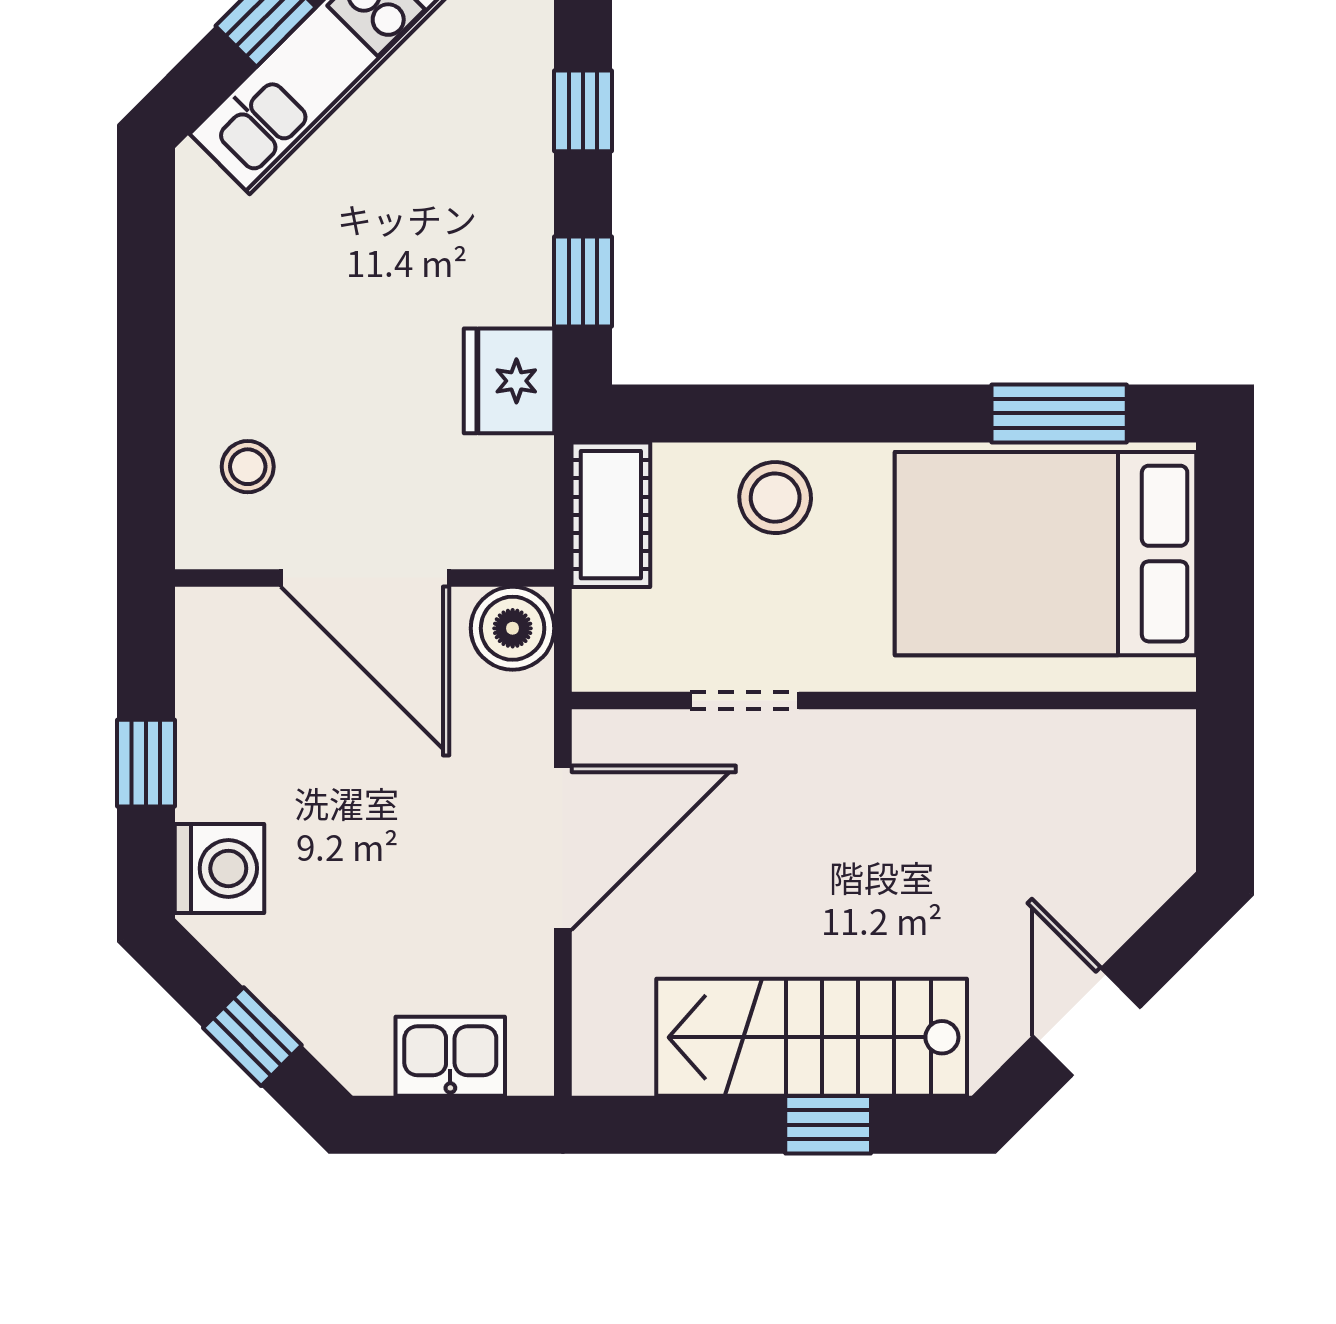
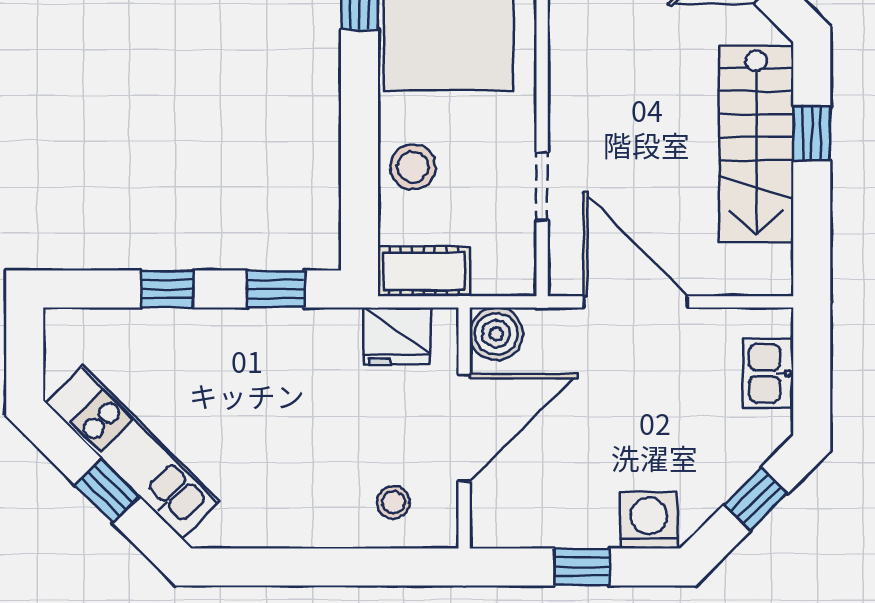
fridge: (509, 381) -> (397, 336), moved

